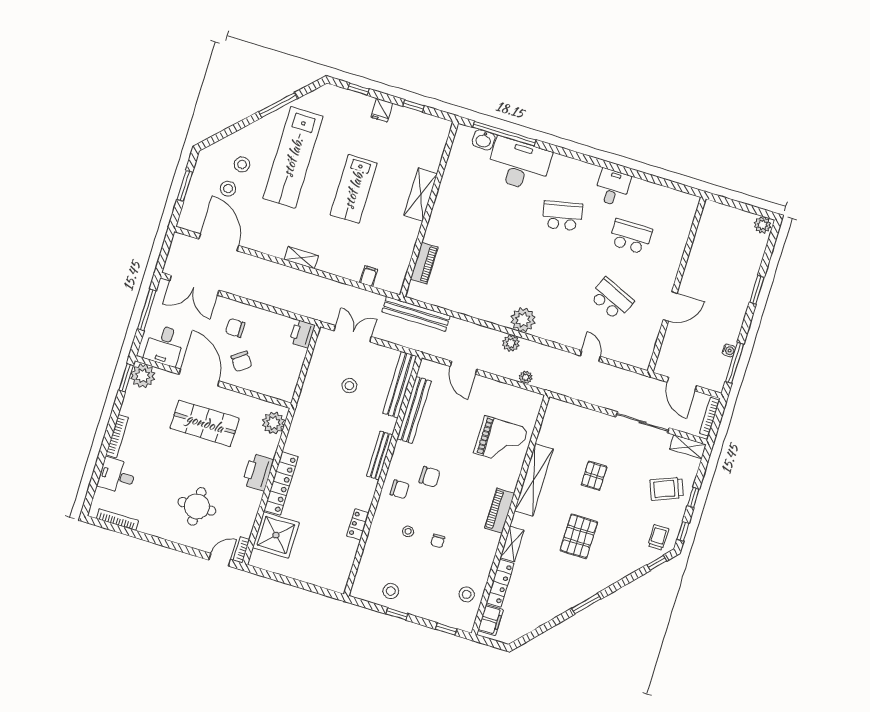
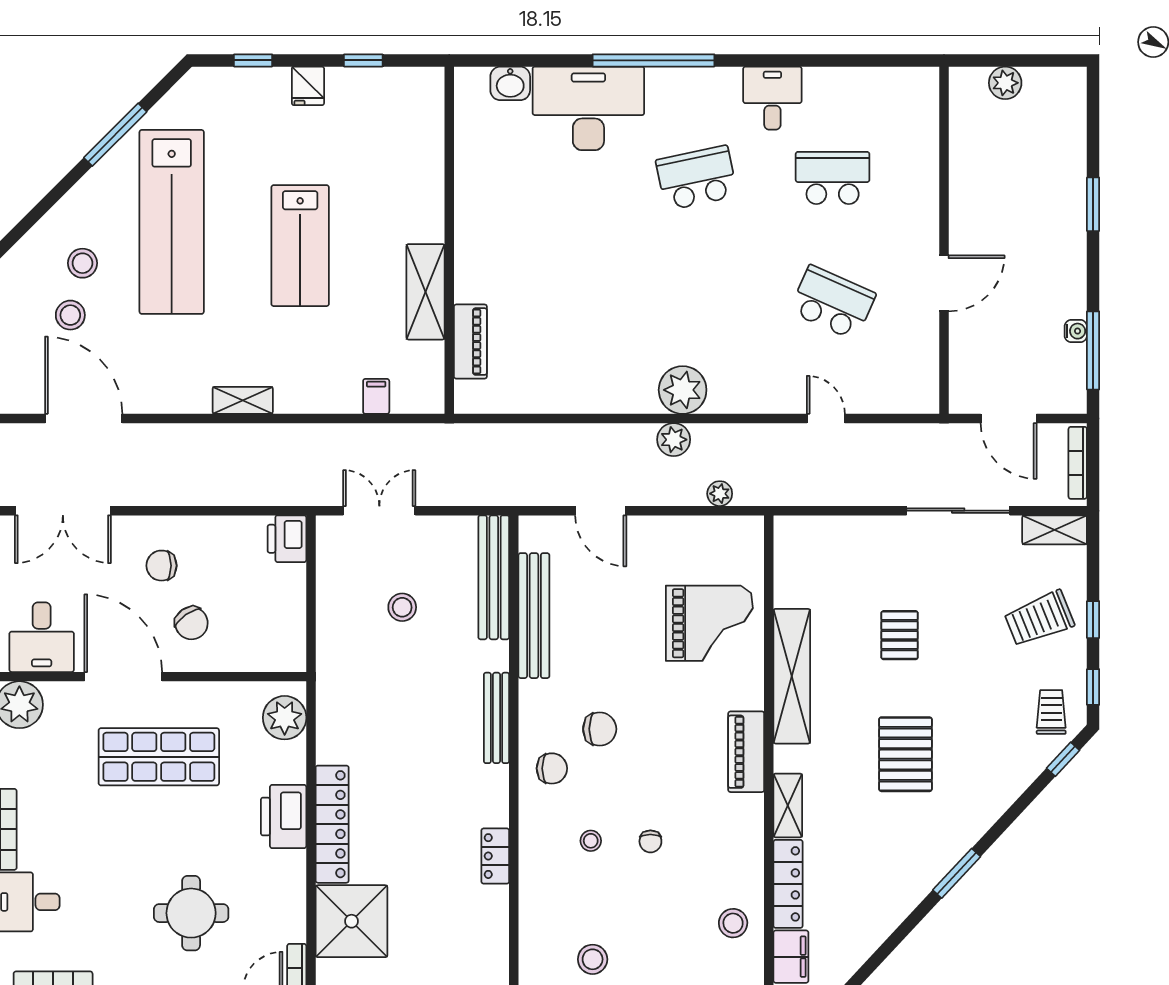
window: (504, 134) -> (653, 60), moved
shelving: (421, 194) -> (426, 292), moved
plant: (763, 225) -> (1005, 83), moved
bench: (416, 314) -> (484, 439), removed

